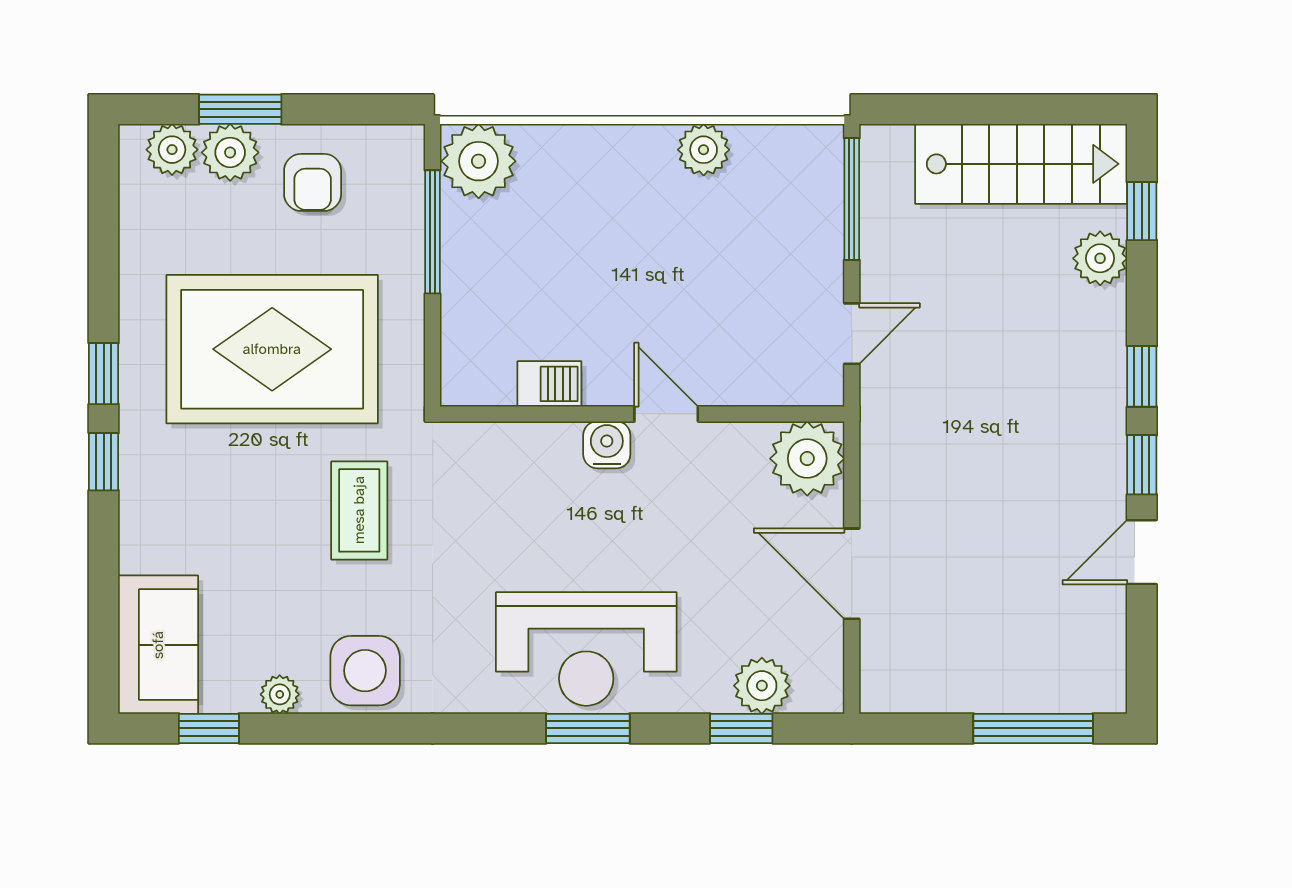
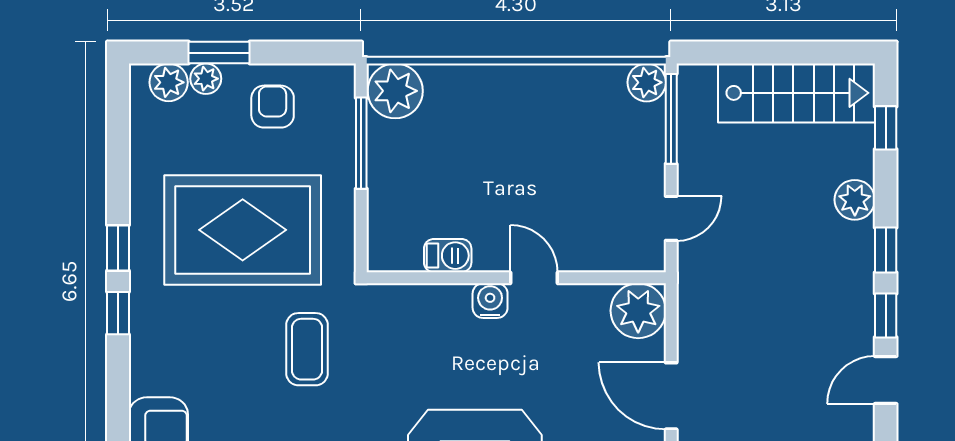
plant: (704, 150) -> (647, 82), moved
plant: (230, 152) -> (206, 79), width x0.73, depth x0.73
armchair: (313, 182) -> (273, 107), turned 180
plant: (1100, 258) -> (855, 200), moved

